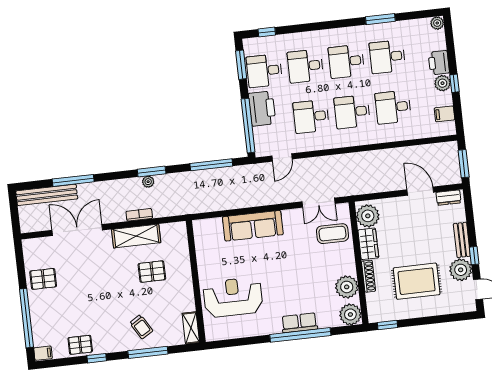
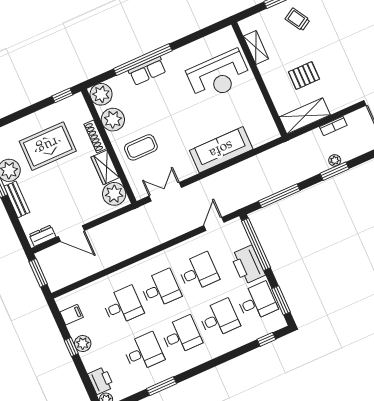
printer: (439, 63) -> (101, 381), moved
coffee table: (332, 234) -> (141, 147), moved
shelving: (136, 236) -> (305, 116), moved
shelving: (191, 328) -> (256, 47), moved

